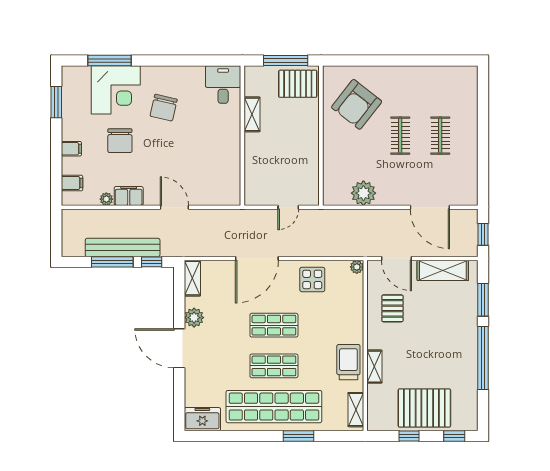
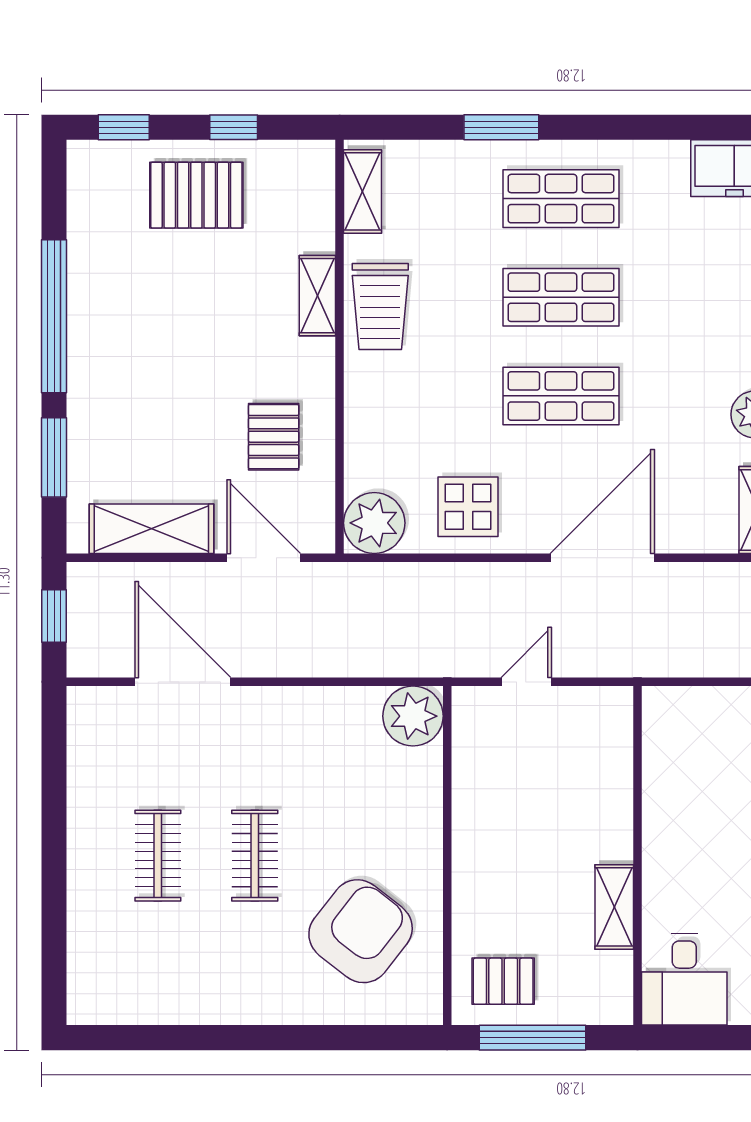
pallet: (298, 84) -> (503, 981), width x0.67, depth x0.71
plant: (363, 193) -> (413, 716), moved
plant: (357, 267) -> (374, 523), width x1.87, depth x1.87
shop shelf: (274, 407) -> (561, 199), width x0.50, depth x0.74
pallet: (424, 408) -> (196, 195), width x0.73, depth x0.71

